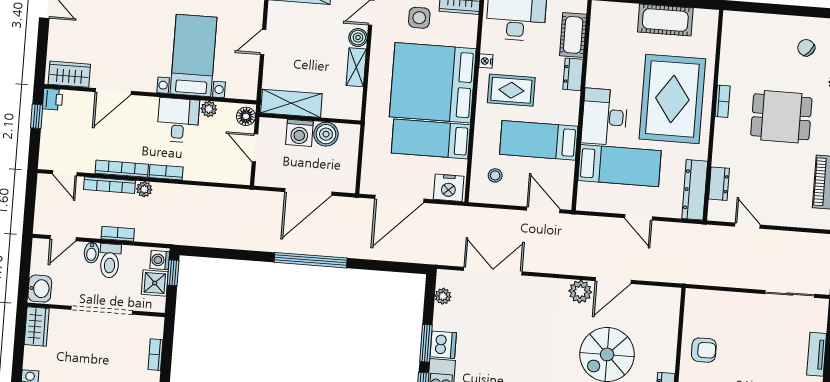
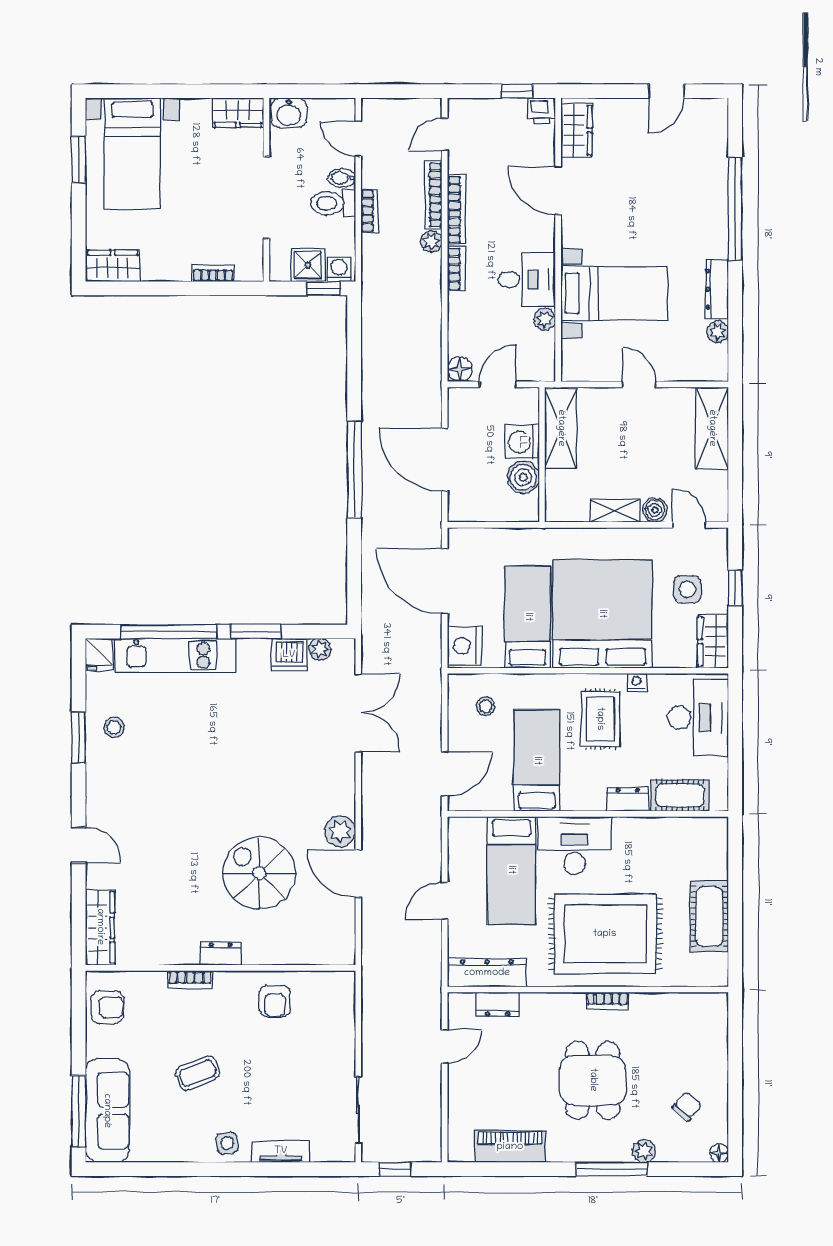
floor lamp: (246, 116) -> (460, 369), moved
dishwasher: (443, 345) -> (289, 655), moved

